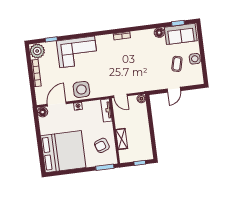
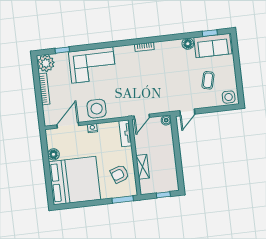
side table: (195, 59) -> (229, 97), moved
door: (174, 90) -> (187, 112), moved
door: (120, 96) -> (142, 117), hinge flipped
floor lamp: (43, 112) -> (53, 154), moved

